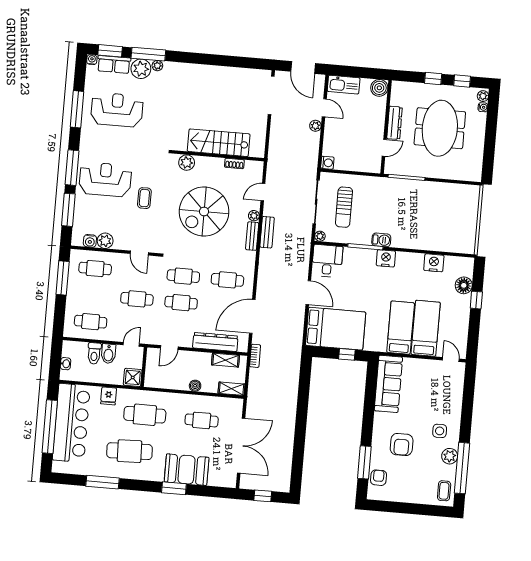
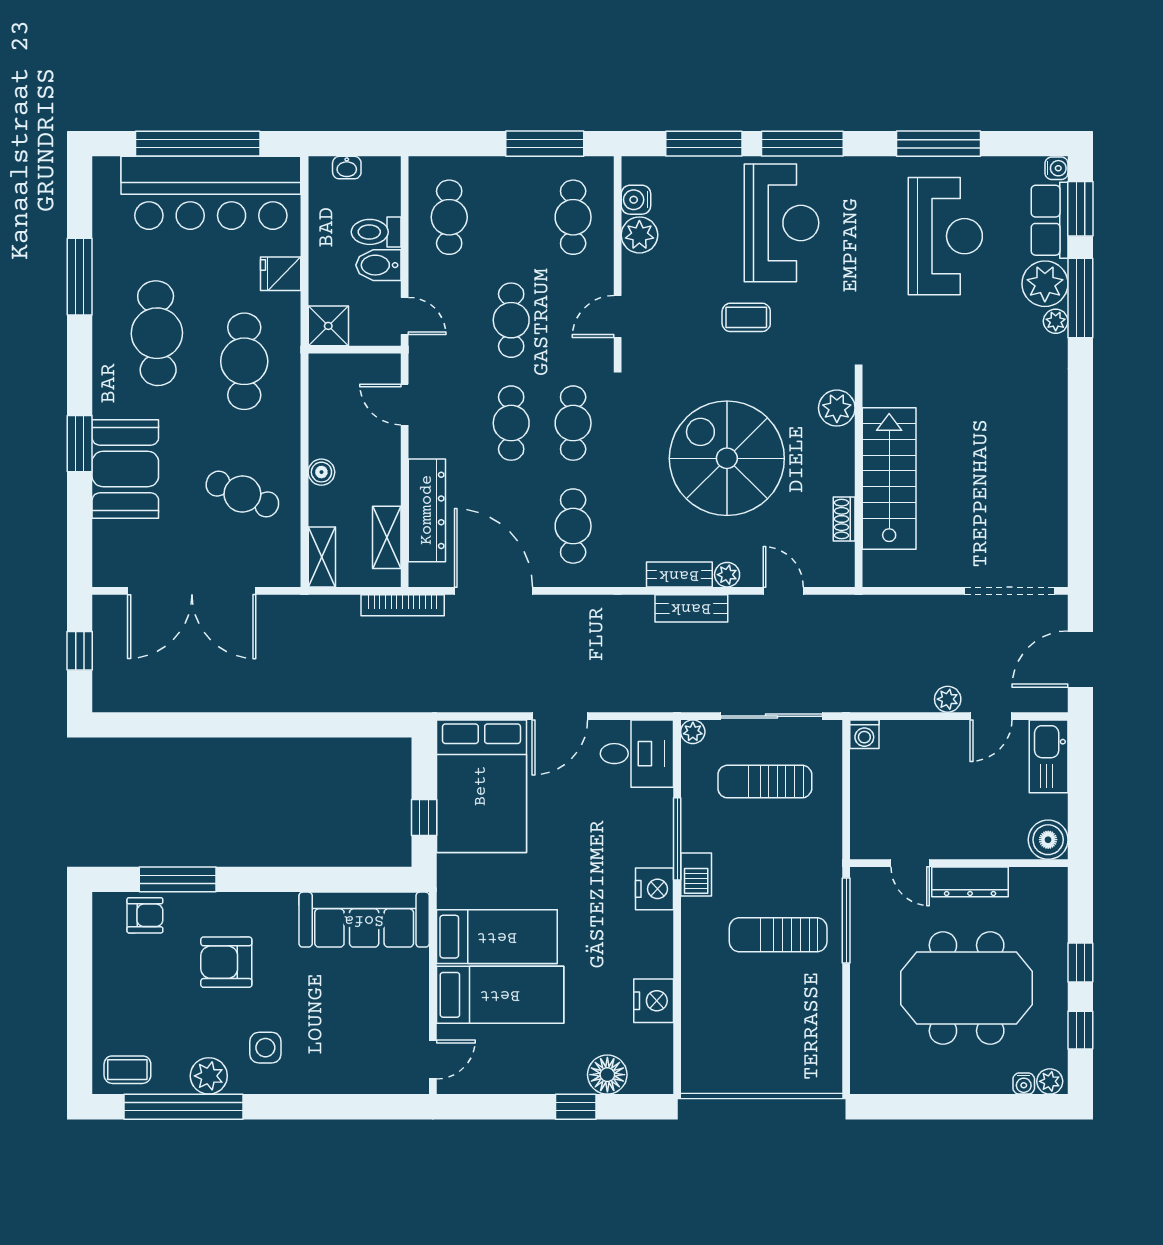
sun lounger: (410, 207) -> (778, 935), added
bookcase: (255, 356) -> (403, 605), width x1.56
cafe table: (202, 420) -> (242, 494), turned -67

